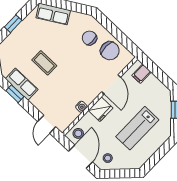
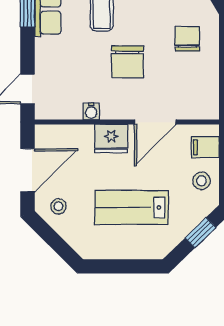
chair: (110, 51) -> (127, 62), moved
stool: (78, 133) -> (201, 181), moved

